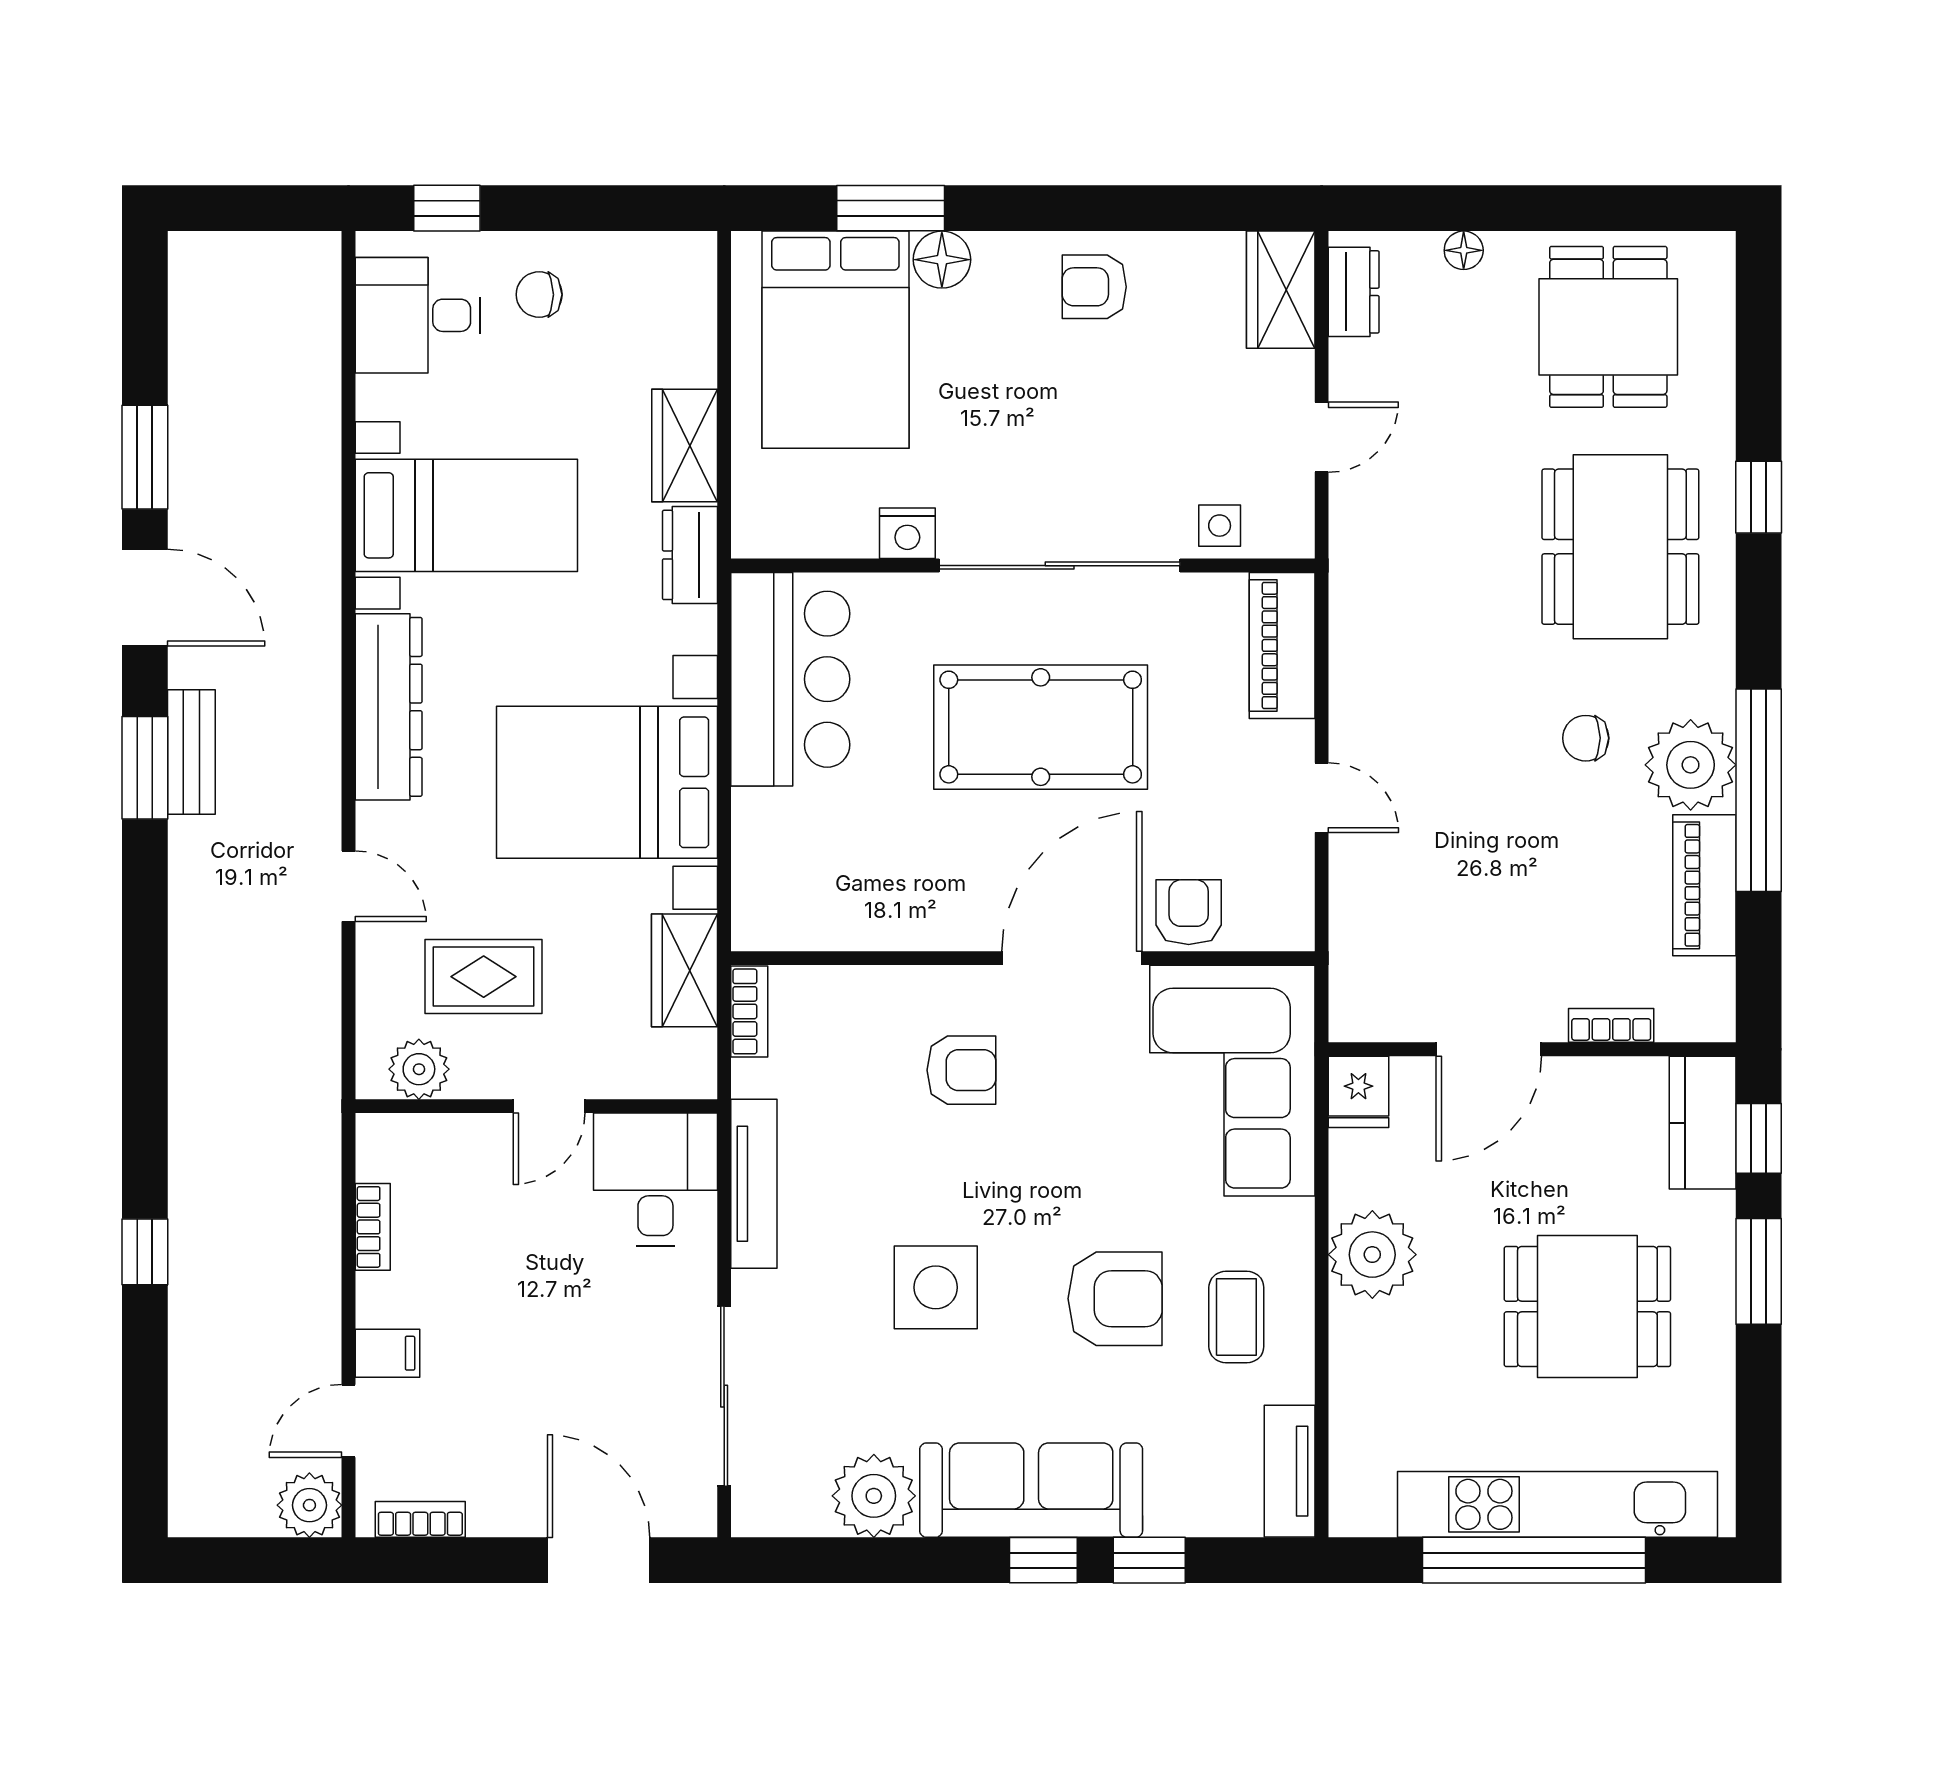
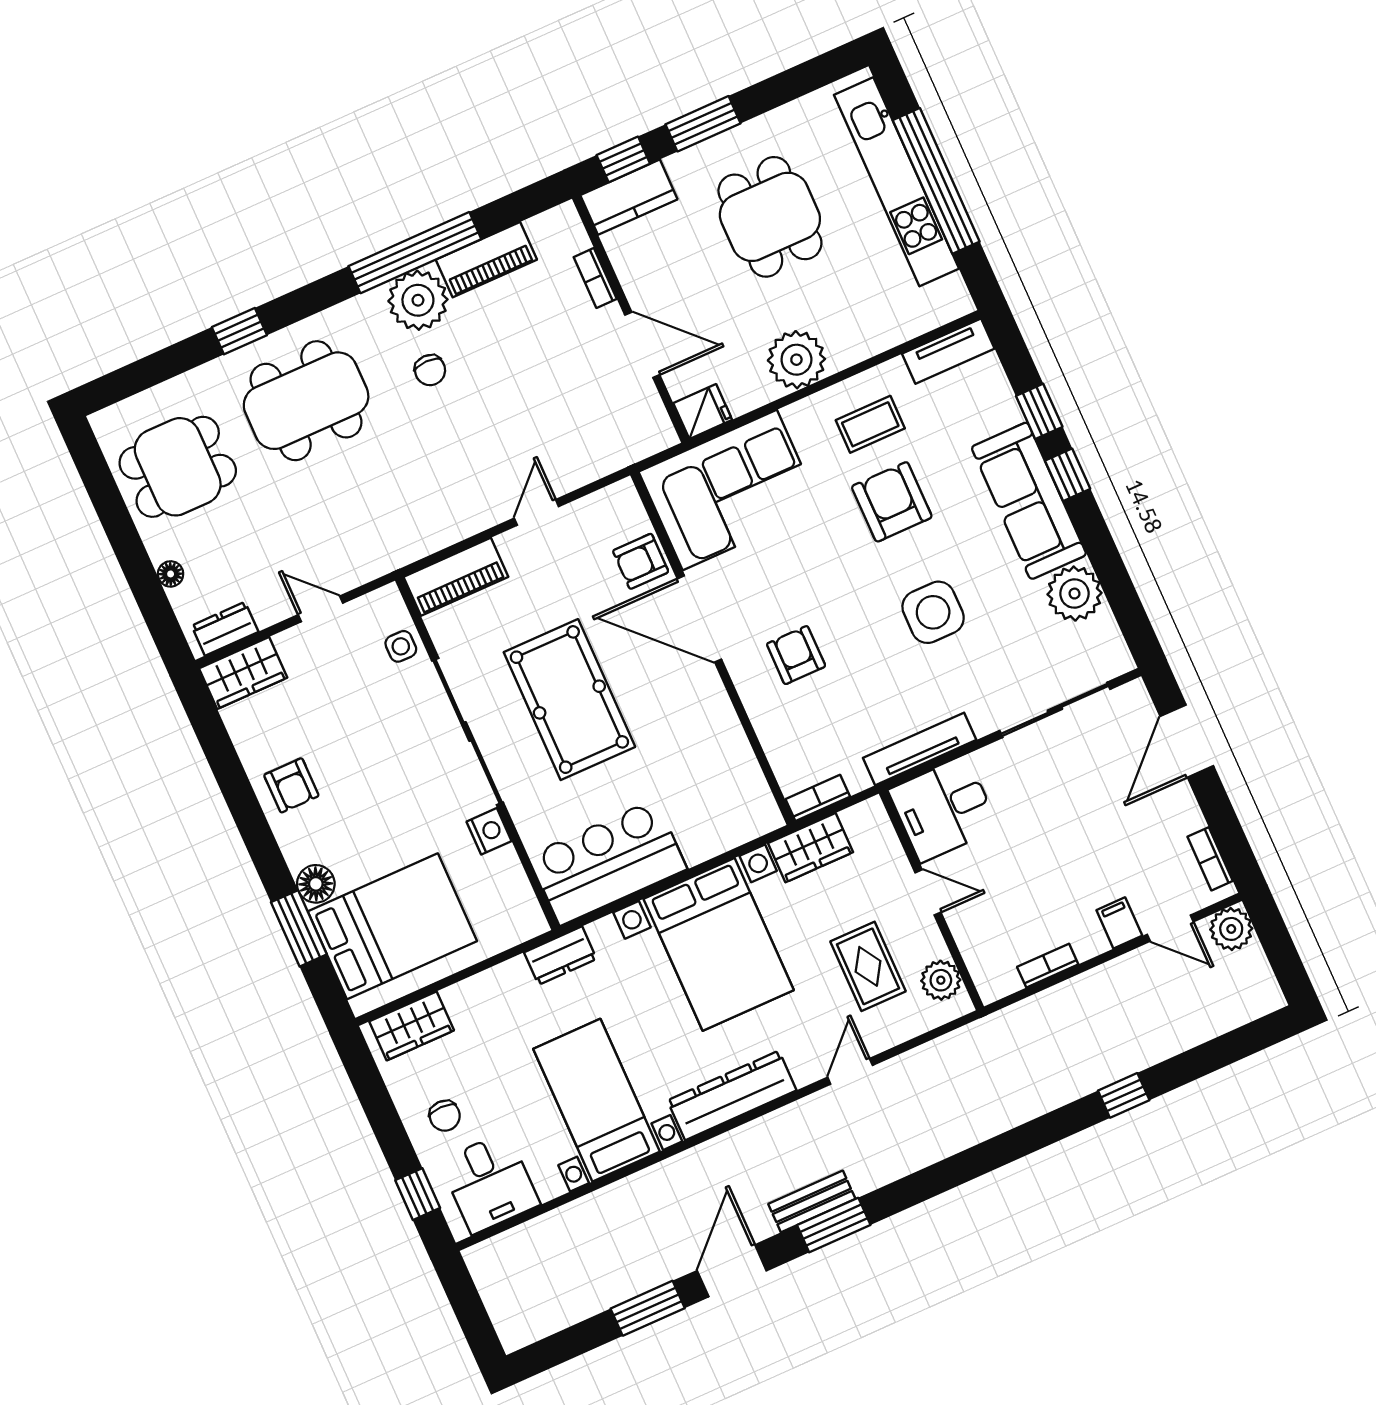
wardrobe: (685, 445) -> (412, 1026), moved

